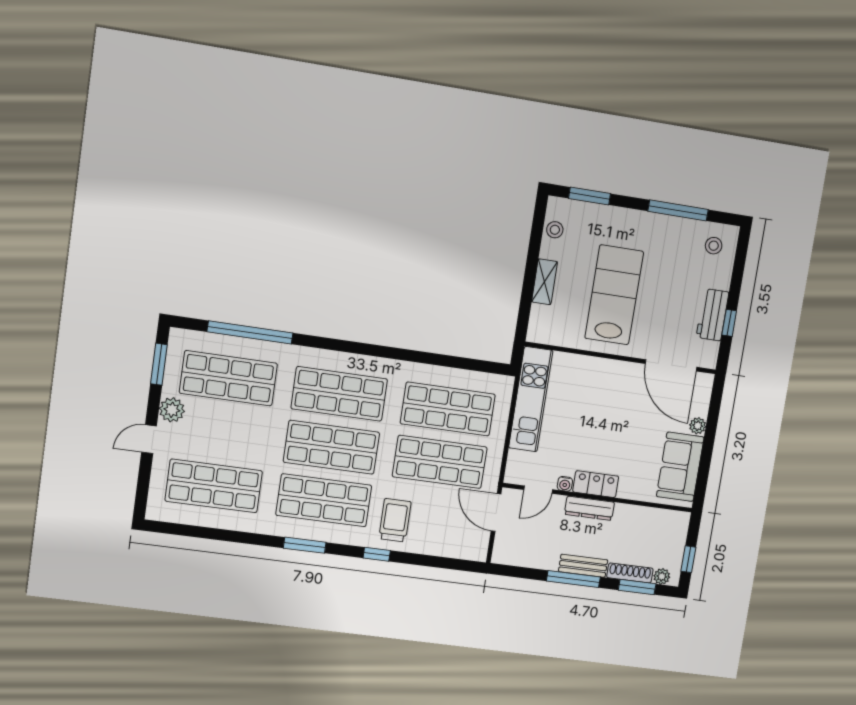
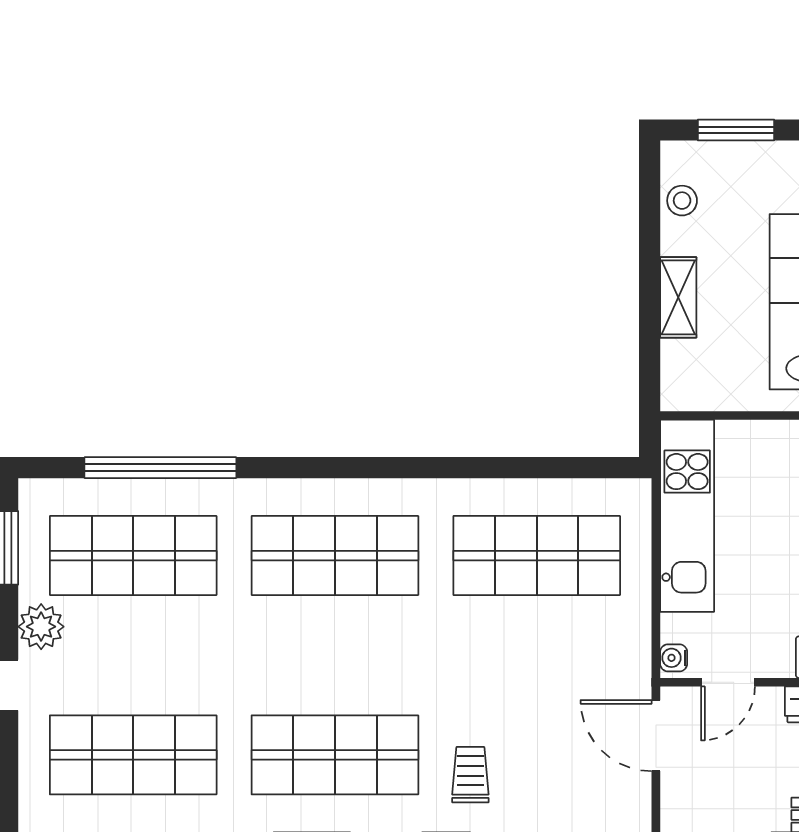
shop shelf: (332, 447) -> (335, 655), removed
shop shelf: (440, 462) -> (537, 655), removed
water cooler: (565, 484) -> (674, 658), moved, turned 90
trolley: (395, 520) -> (470, 775), width x0.73, depth x0.72

